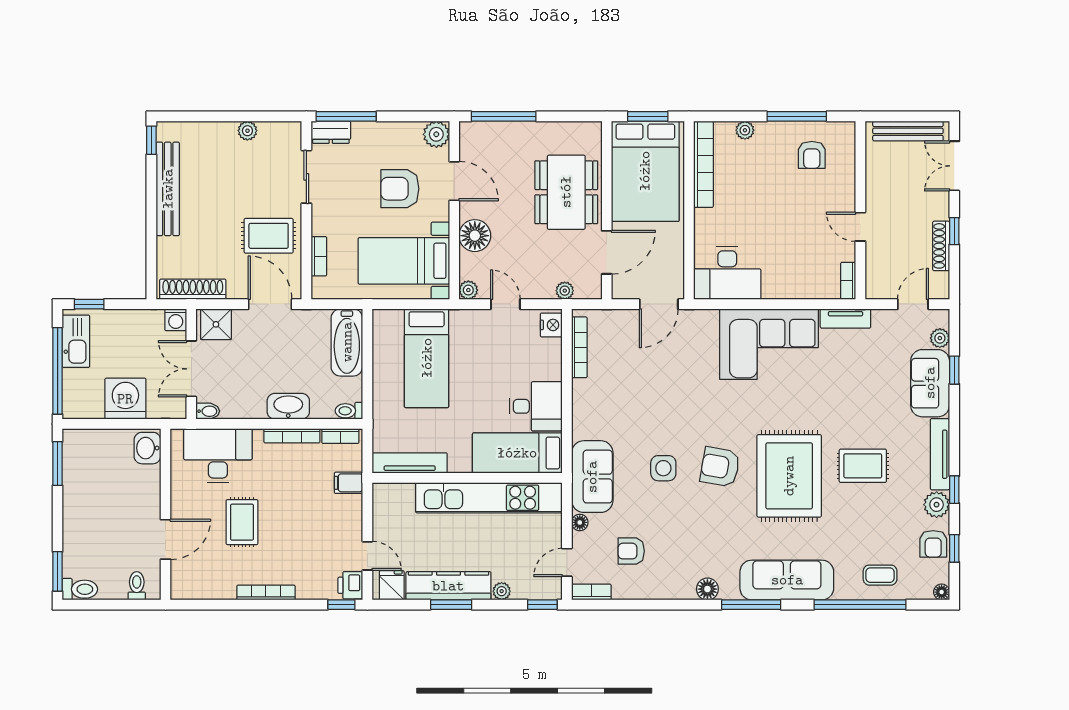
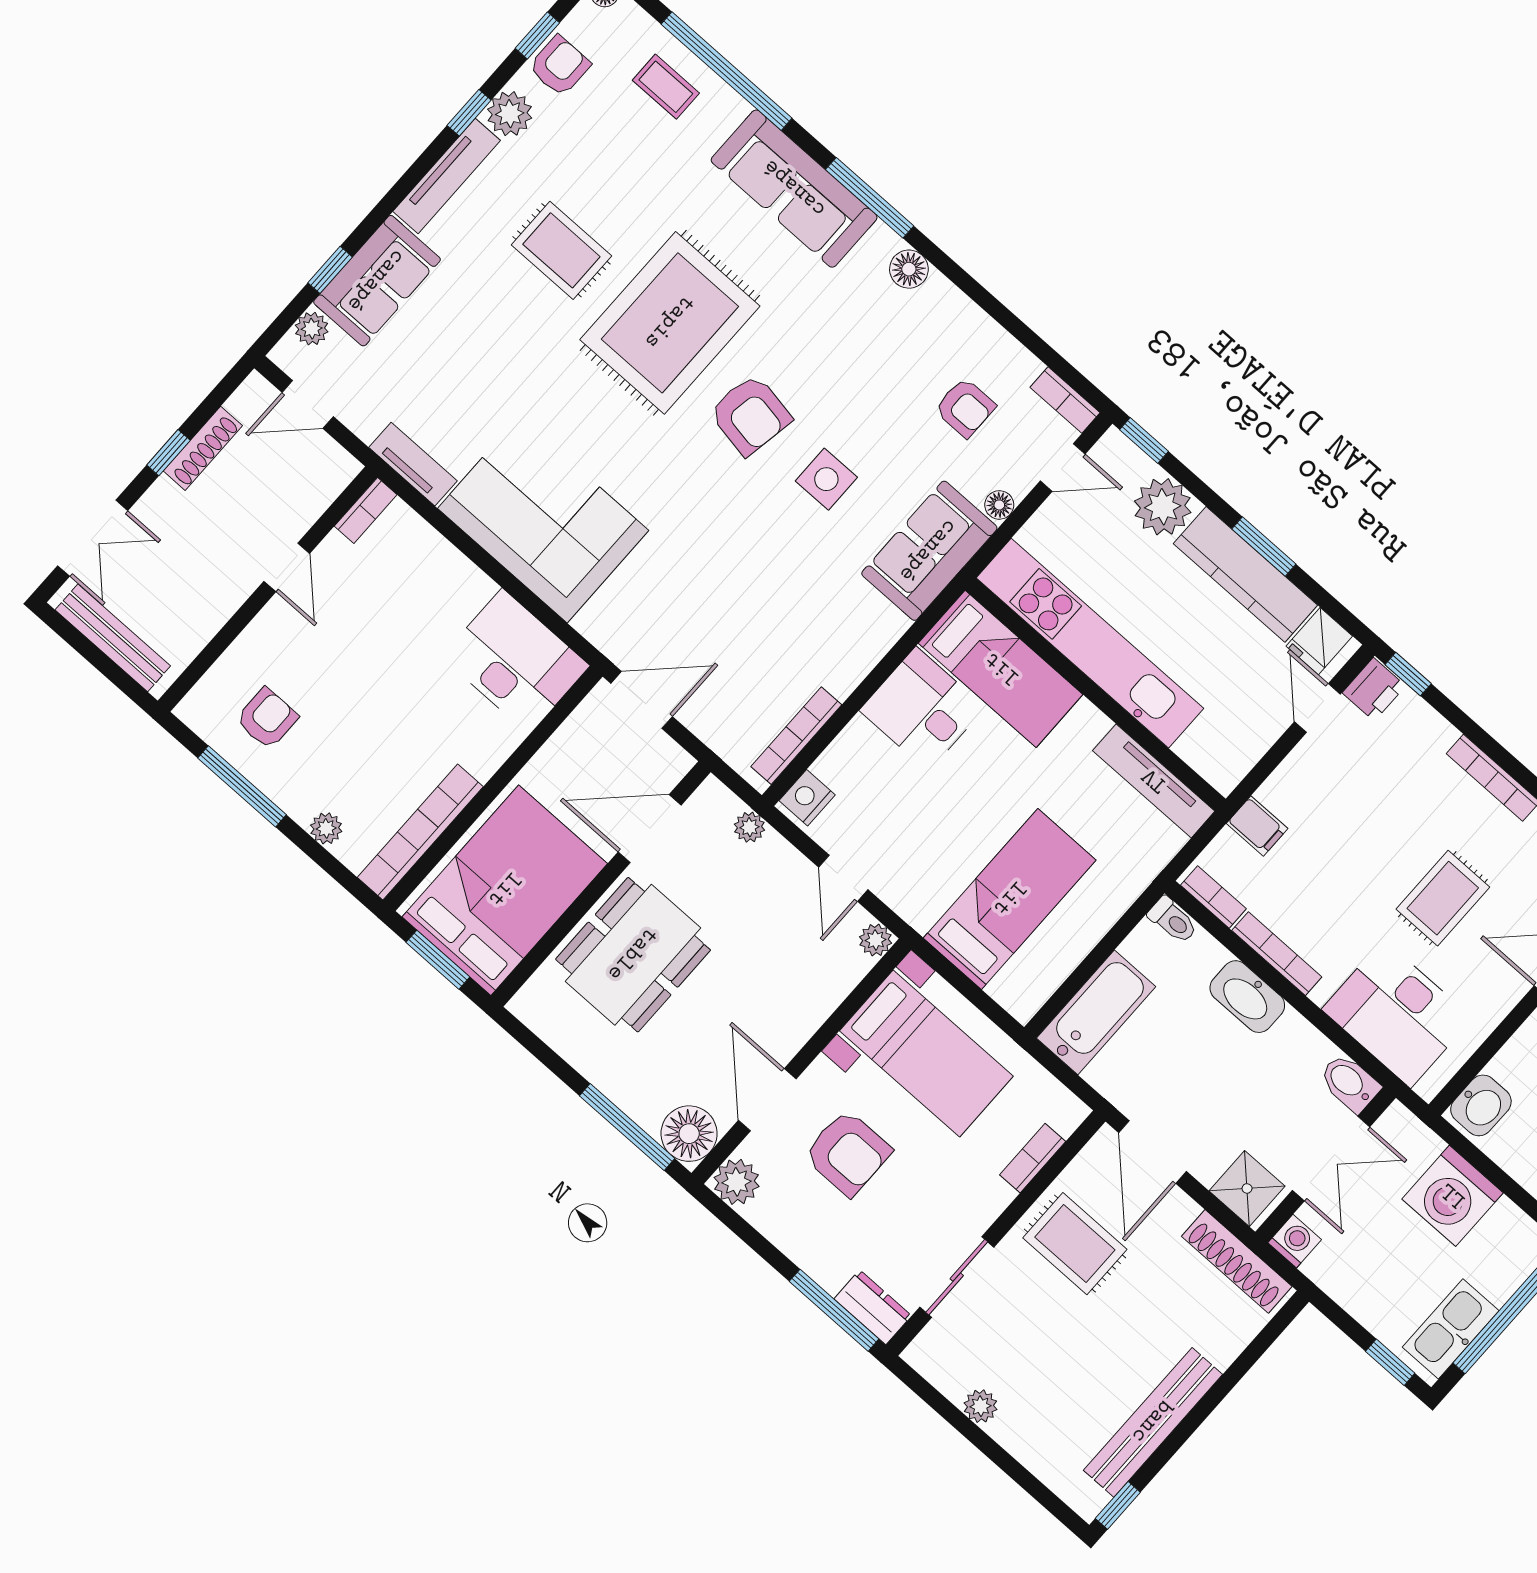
floor lamp: (475, 236) -> (689, 1134), moved
bidet: (208, 411) -> (1350, 1083), width x1.38, depth x1.36
plant: (502, 591) -> (1163, 507), width x1.88, depth x1.88

